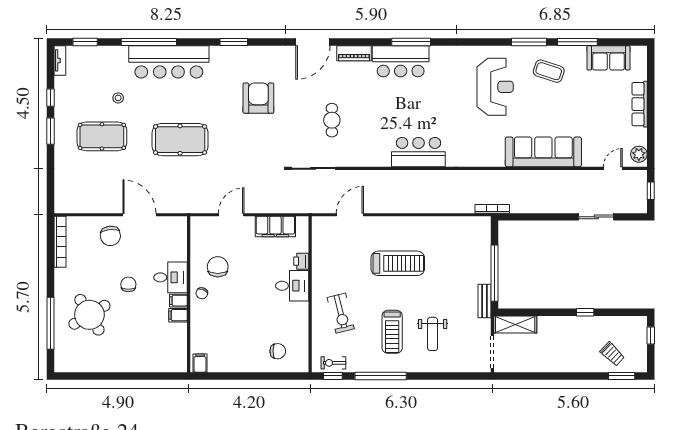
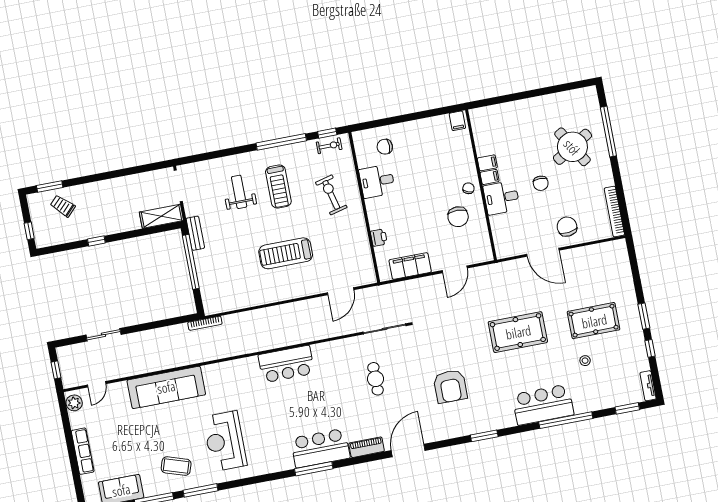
bar counter: (169, 62) -> (543, 405), width x0.73
desk: (292, 286) -> (377, 181), moved
treadmill: (392, 332) -> (278, 187), turned 180

